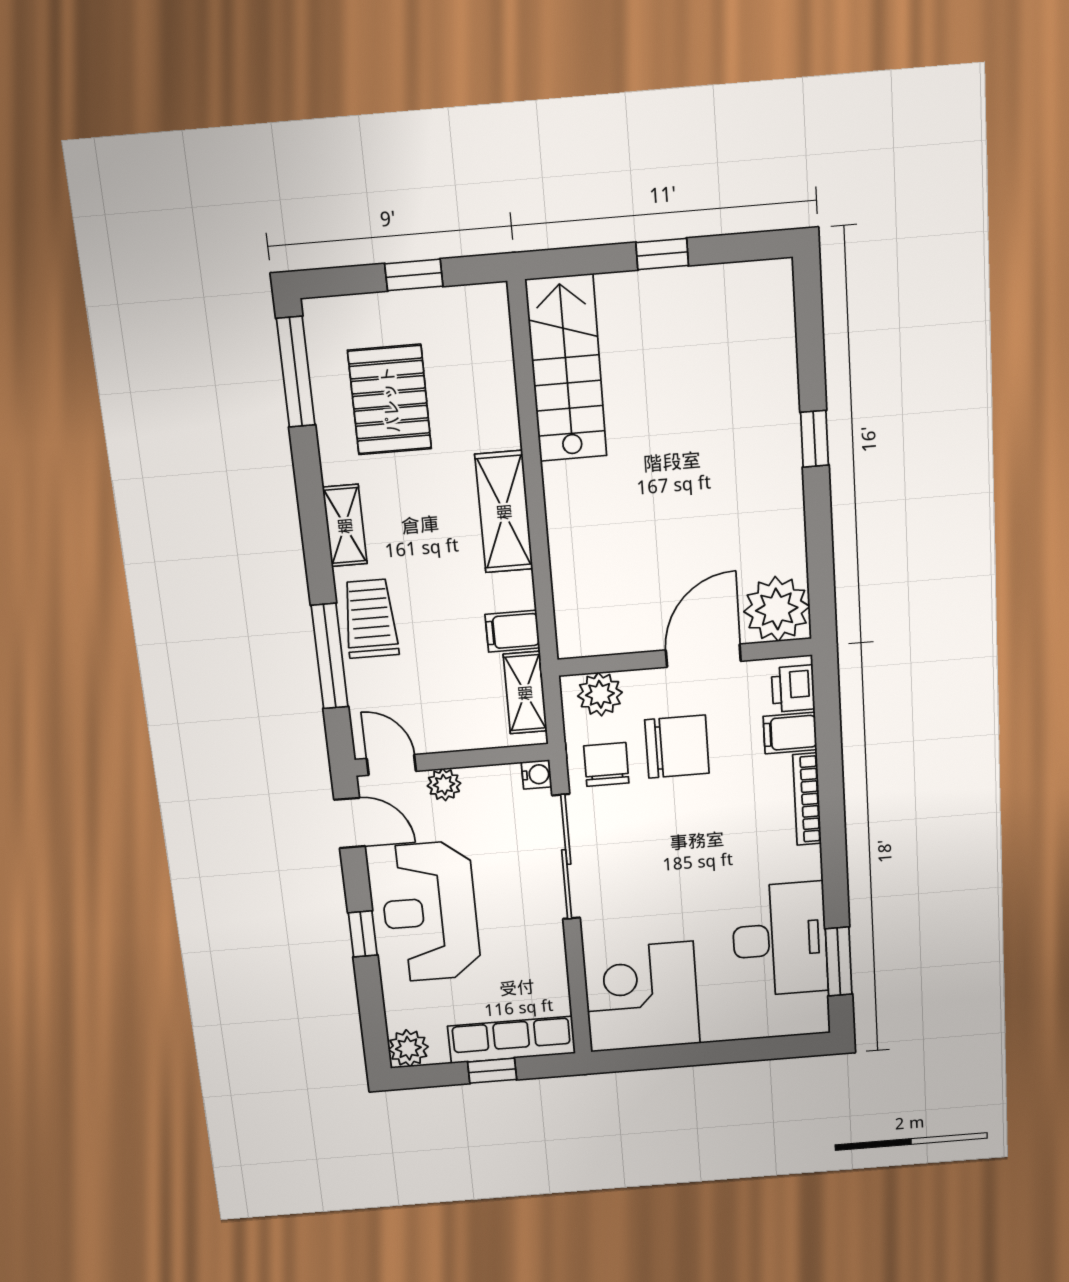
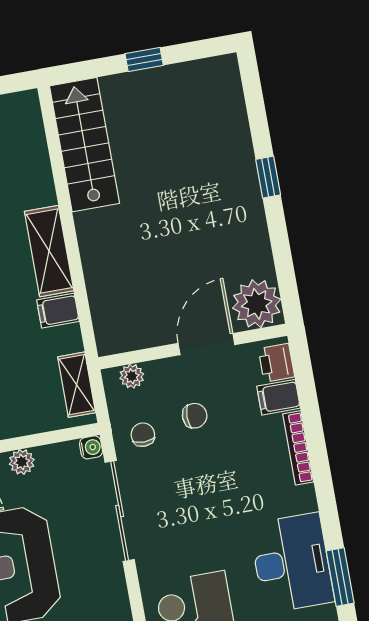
filing cabinet: (512, 631) -> (58, 311), moved
plant: (600, 694) -> (132, 376), width x0.73, depth x0.73
chair: (677, 747) -> (195, 416), width x0.54, depth x0.54
chair: (606, 764) -> (143, 435), width x0.73, depth x0.73

